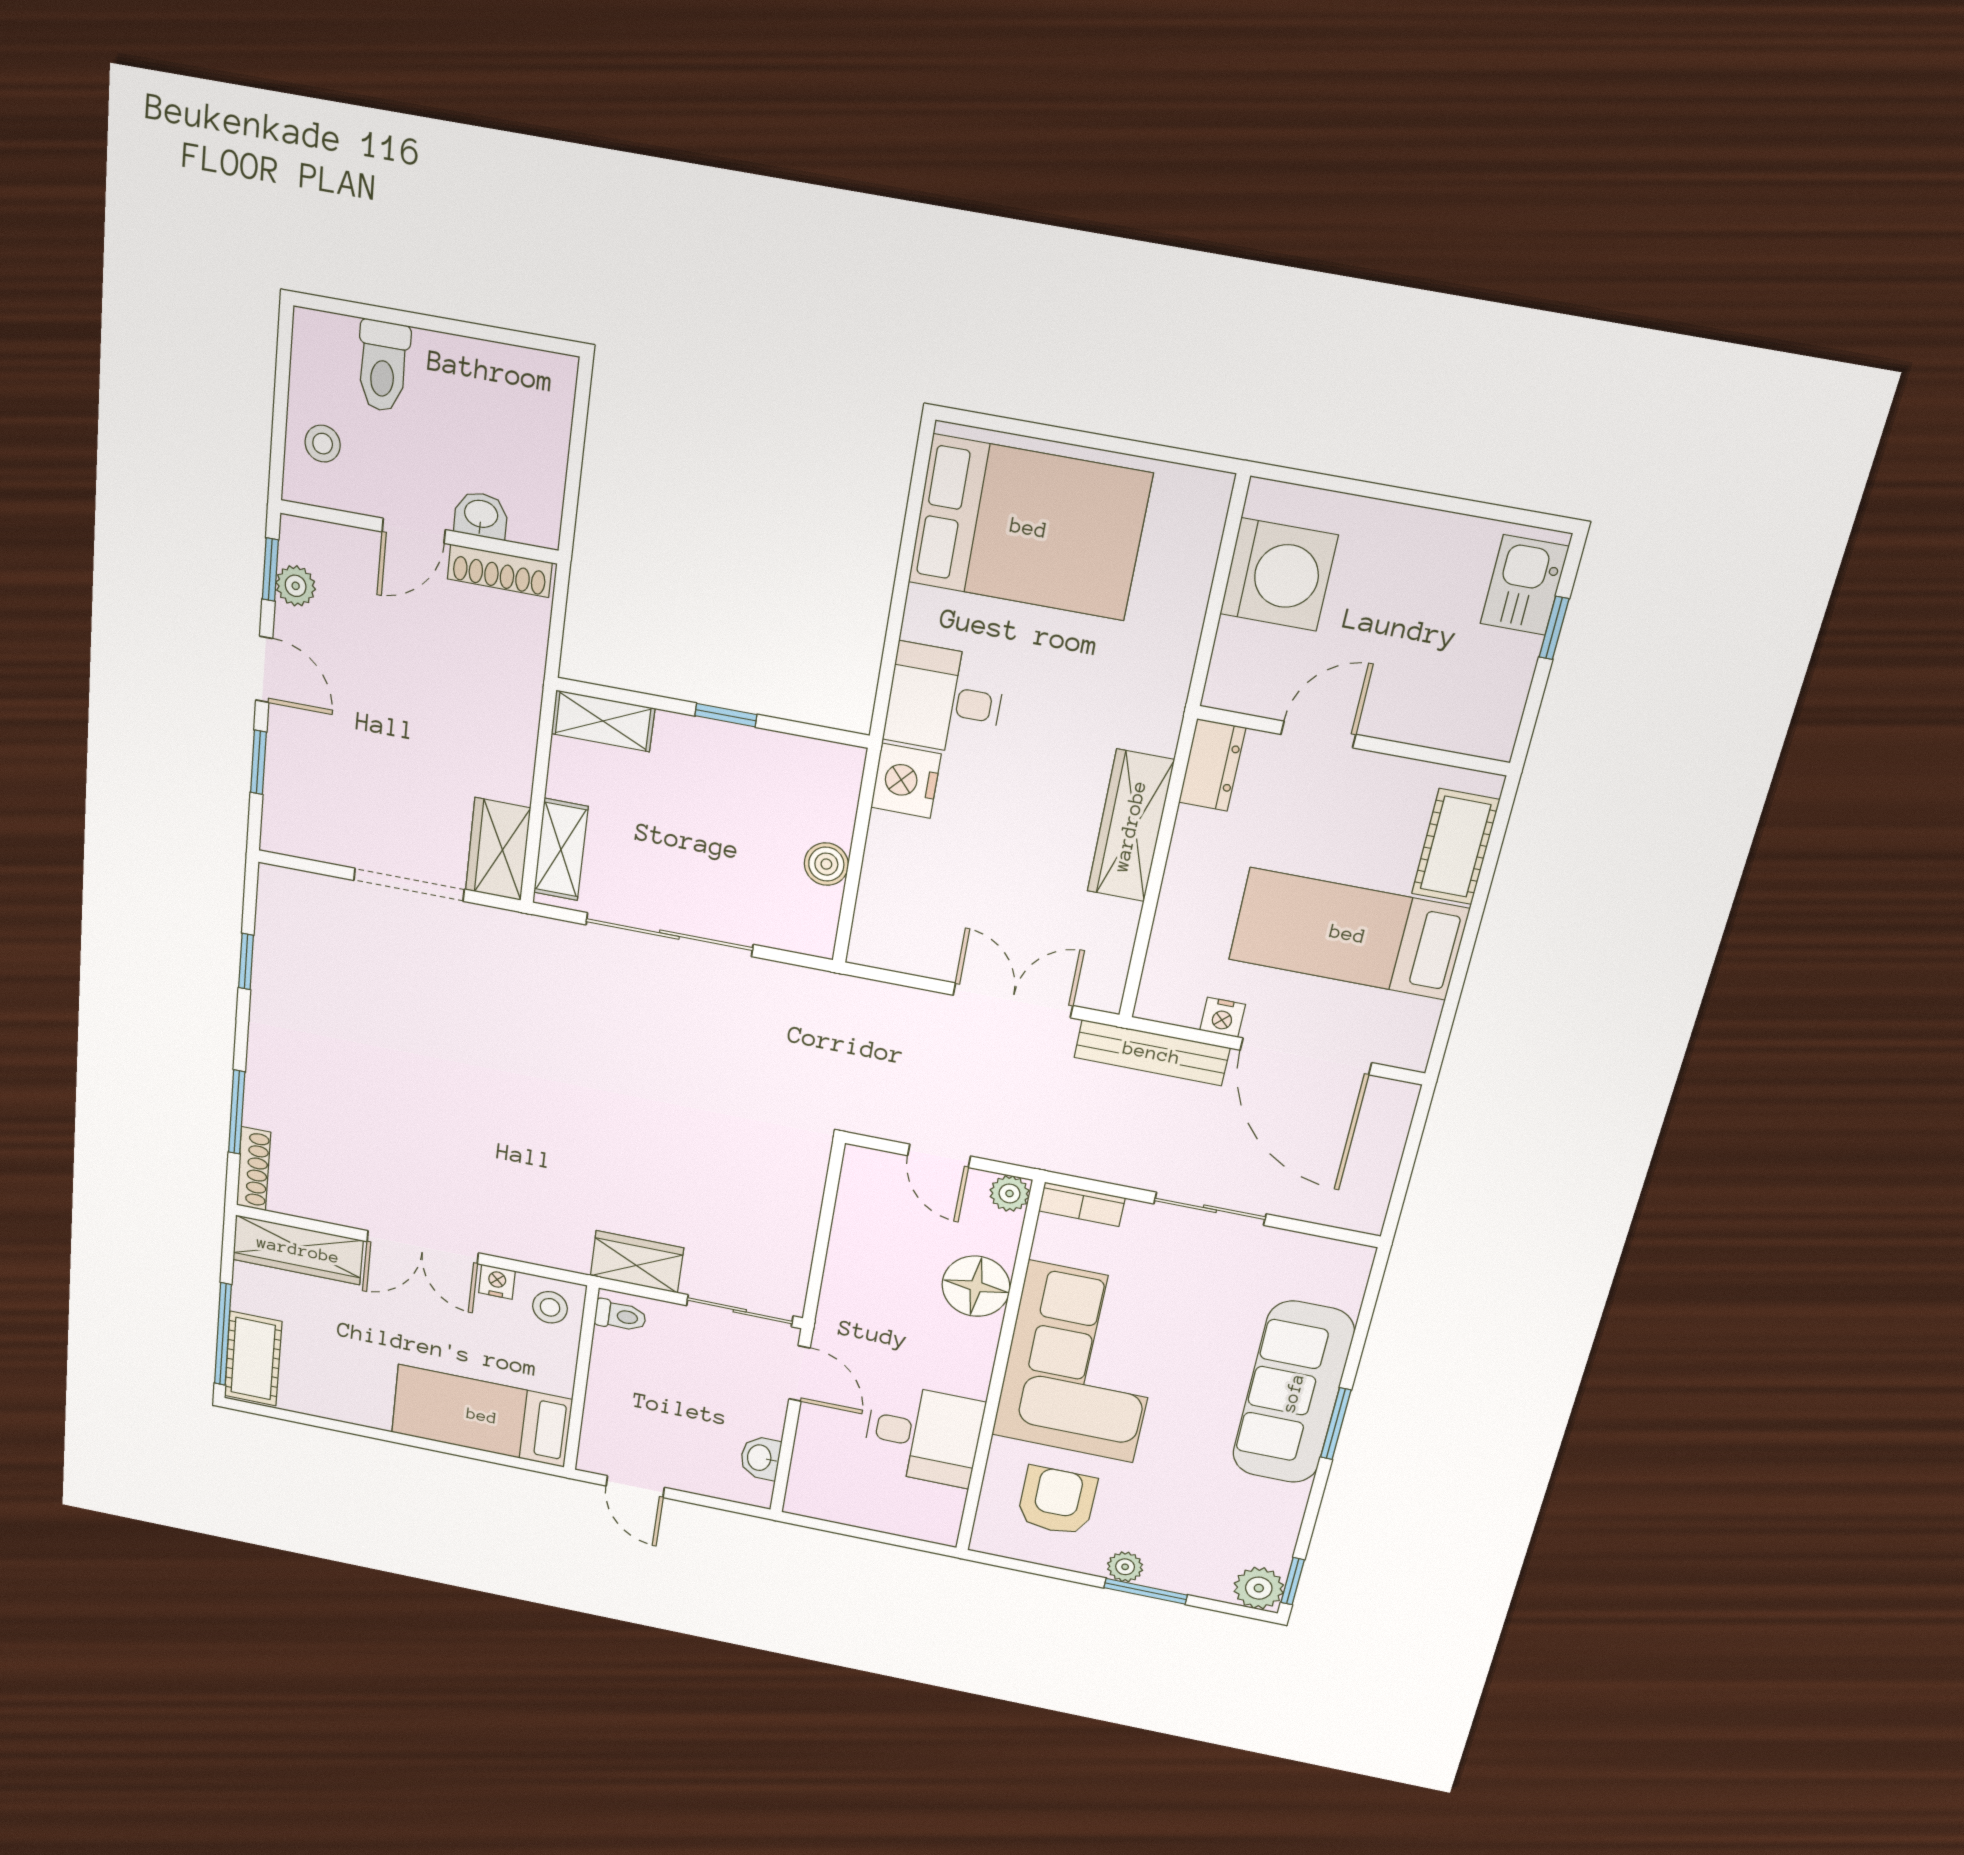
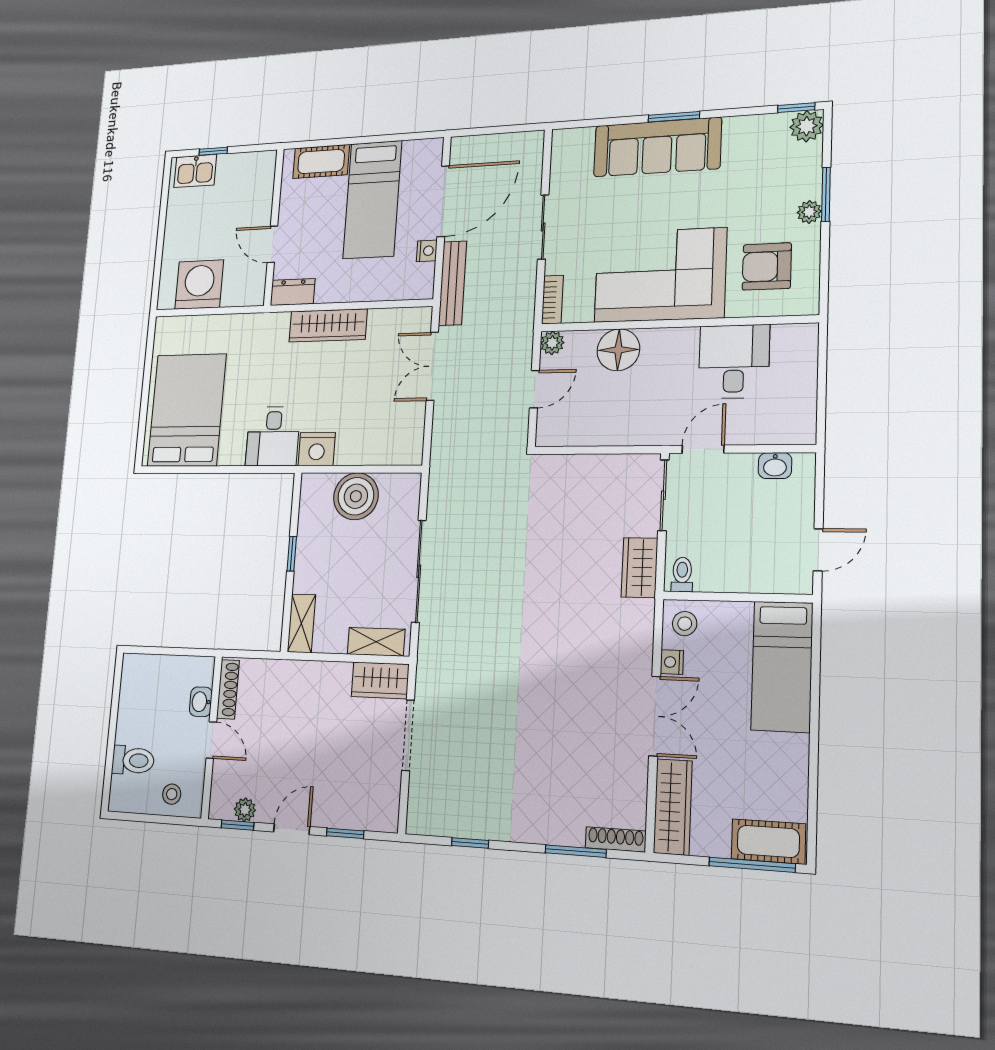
boiler: (826, 864) -> (356, 496), width x1.86, depth x1.86

